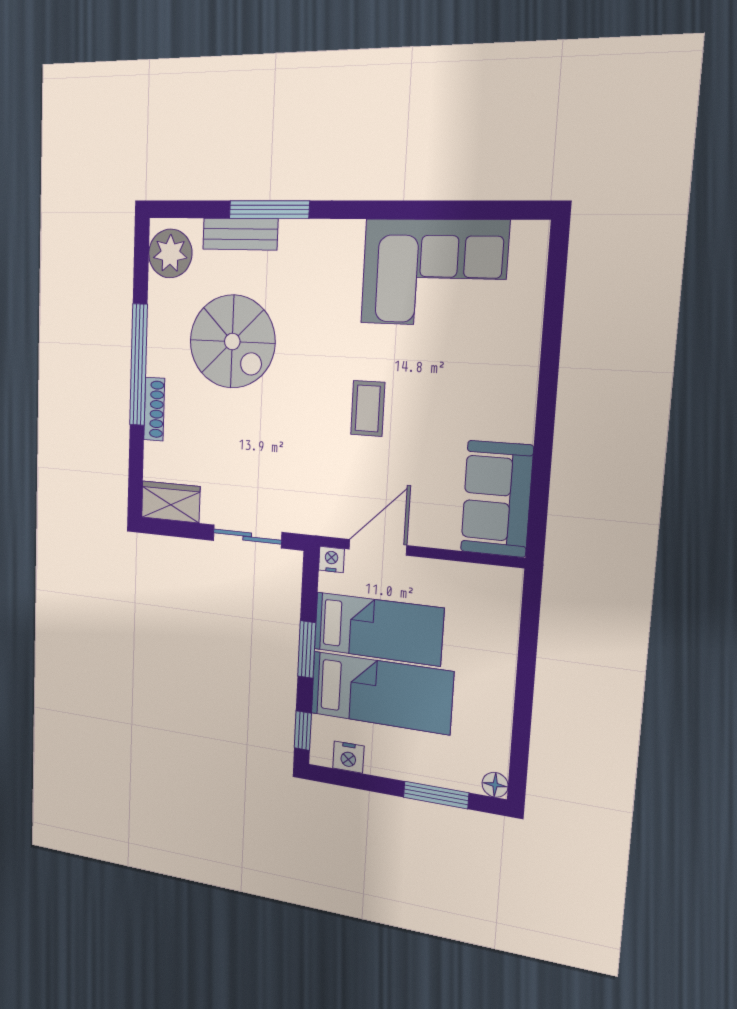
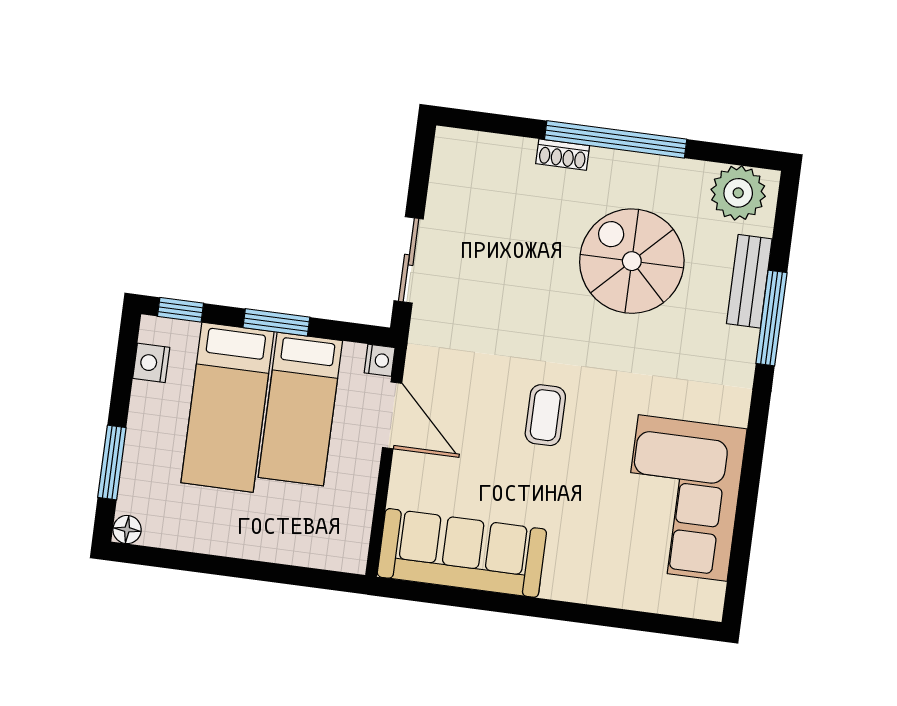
spiral stairs: (232, 342) -> (632, 261), turned 90
coffee table: (368, 408) -> (545, 415), turned 90
shoe rack: (154, 409) -> (563, 155), width x0.70
sofa: (497, 499) -> (462, 553), width x1.36
wardrobe: (171, 502) -> (453, 165), removed

